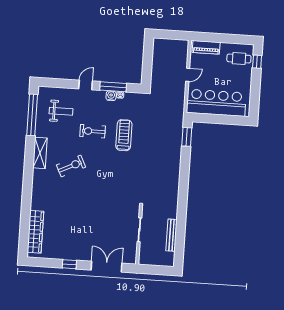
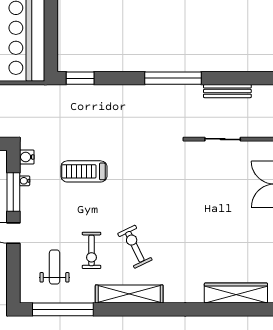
water cooler: (111, 96) -> (27, 157), moved
exercise bike: (93, 131) -> (91, 250), moved
shelving: (40, 153) -> (129, 294), width x1.47
window: (183, 199) -> (173, 78), added

